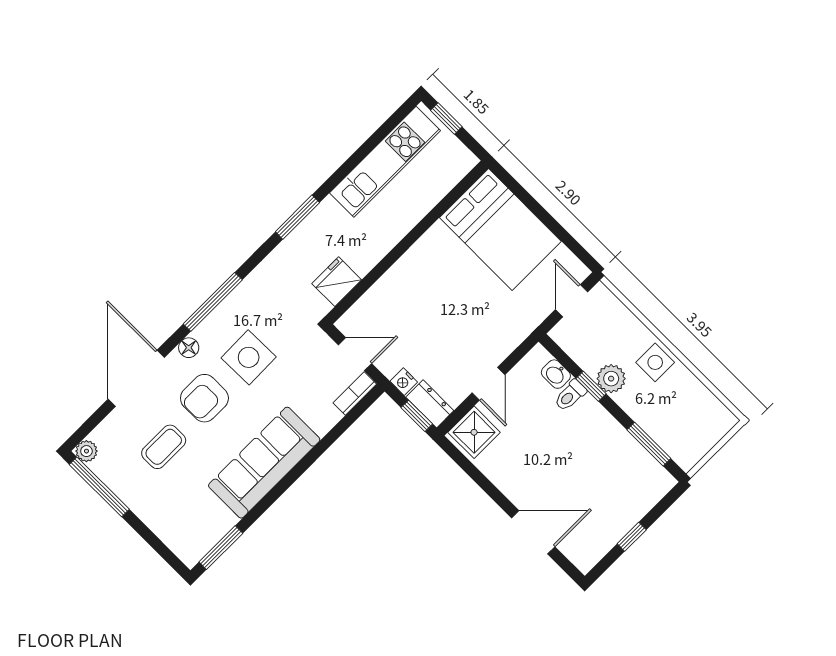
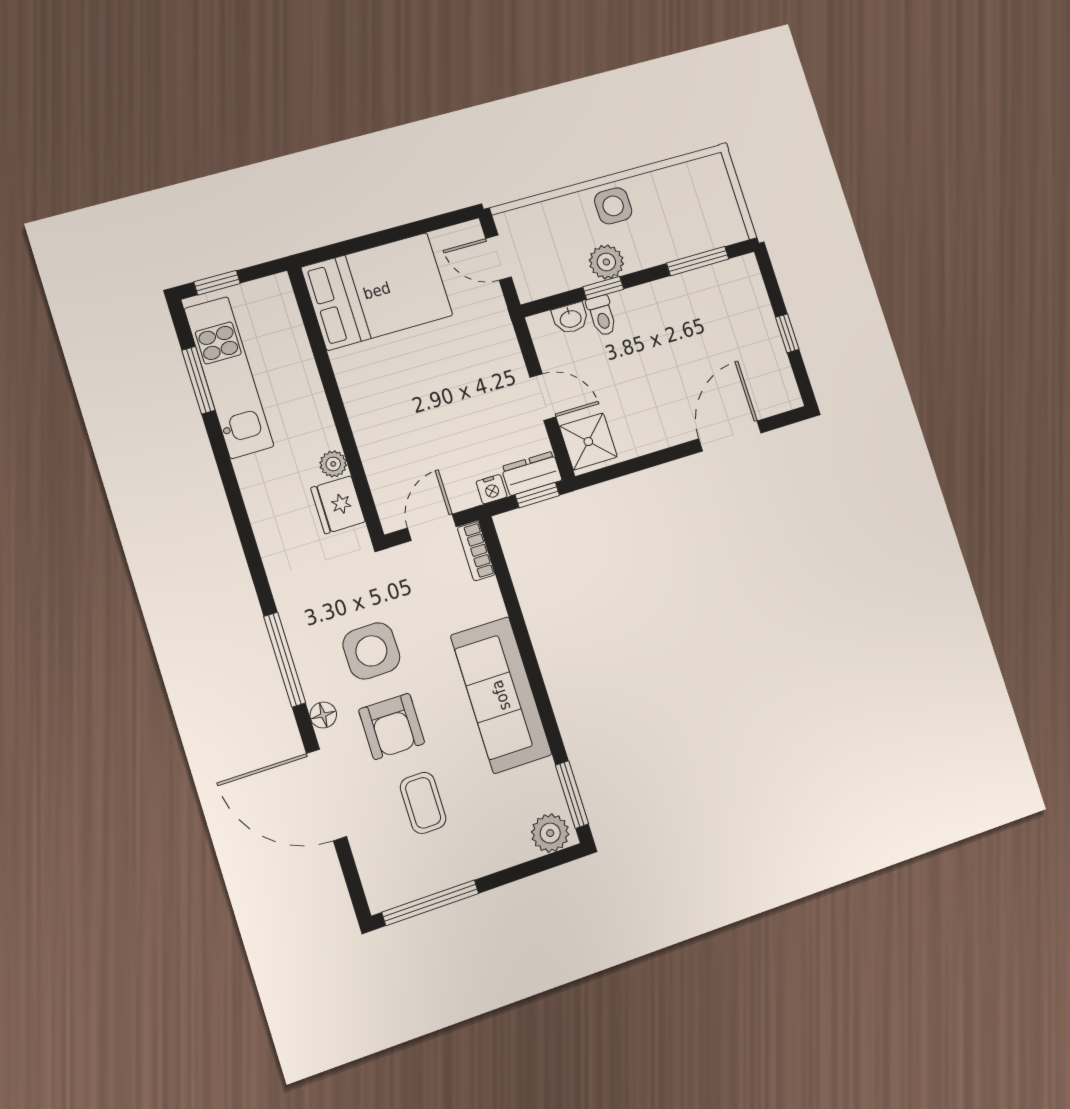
window: (297, 217) -> (198, 380), moved
plant: (363, 264) -> (333, 464), added
plant: (86, 451) -> (550, 833), moved, width x1.38, depth x1.38

